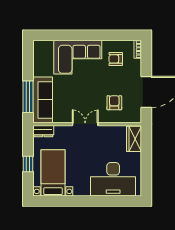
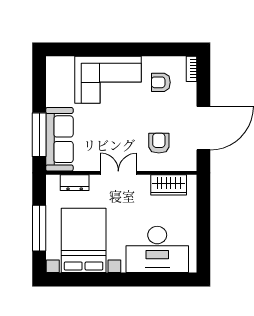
dresser: (43, 131) -> (75, 183), moved
wardrobe: (134, 139) -> (169, 185), moved, turned -90
window: (28, 164) -> (39, 228), width x2.17
bed with nightstands: (53, 173) -> (84, 240), width x1.36

